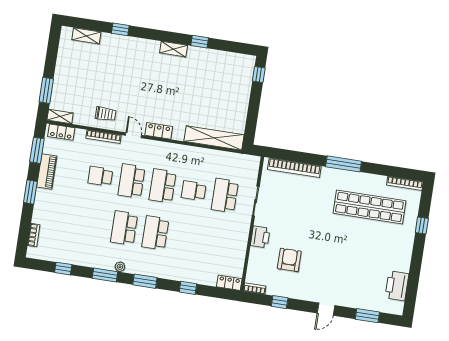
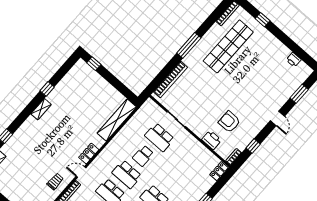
printer: (260, 237) -> (212, 140), moved
printer: (397, 286) -> (294, 60), width x0.53, depth x0.68

